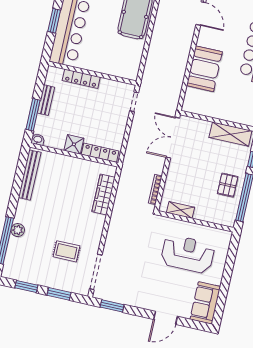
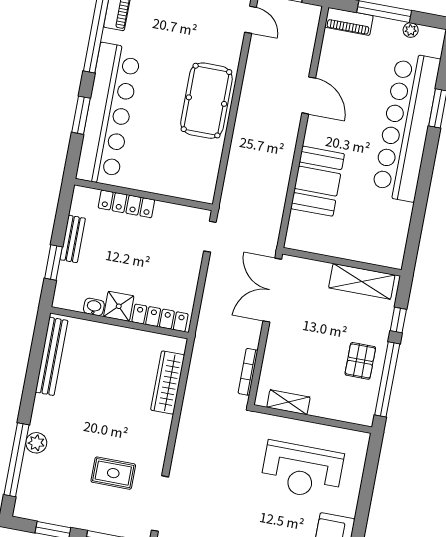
window: (33, 115) -> (53, 263), width x0.69
washbasin: (38, 140) -> (94, 307), moved
reception desk: (188, 254) -> (302, 470), turned 180

